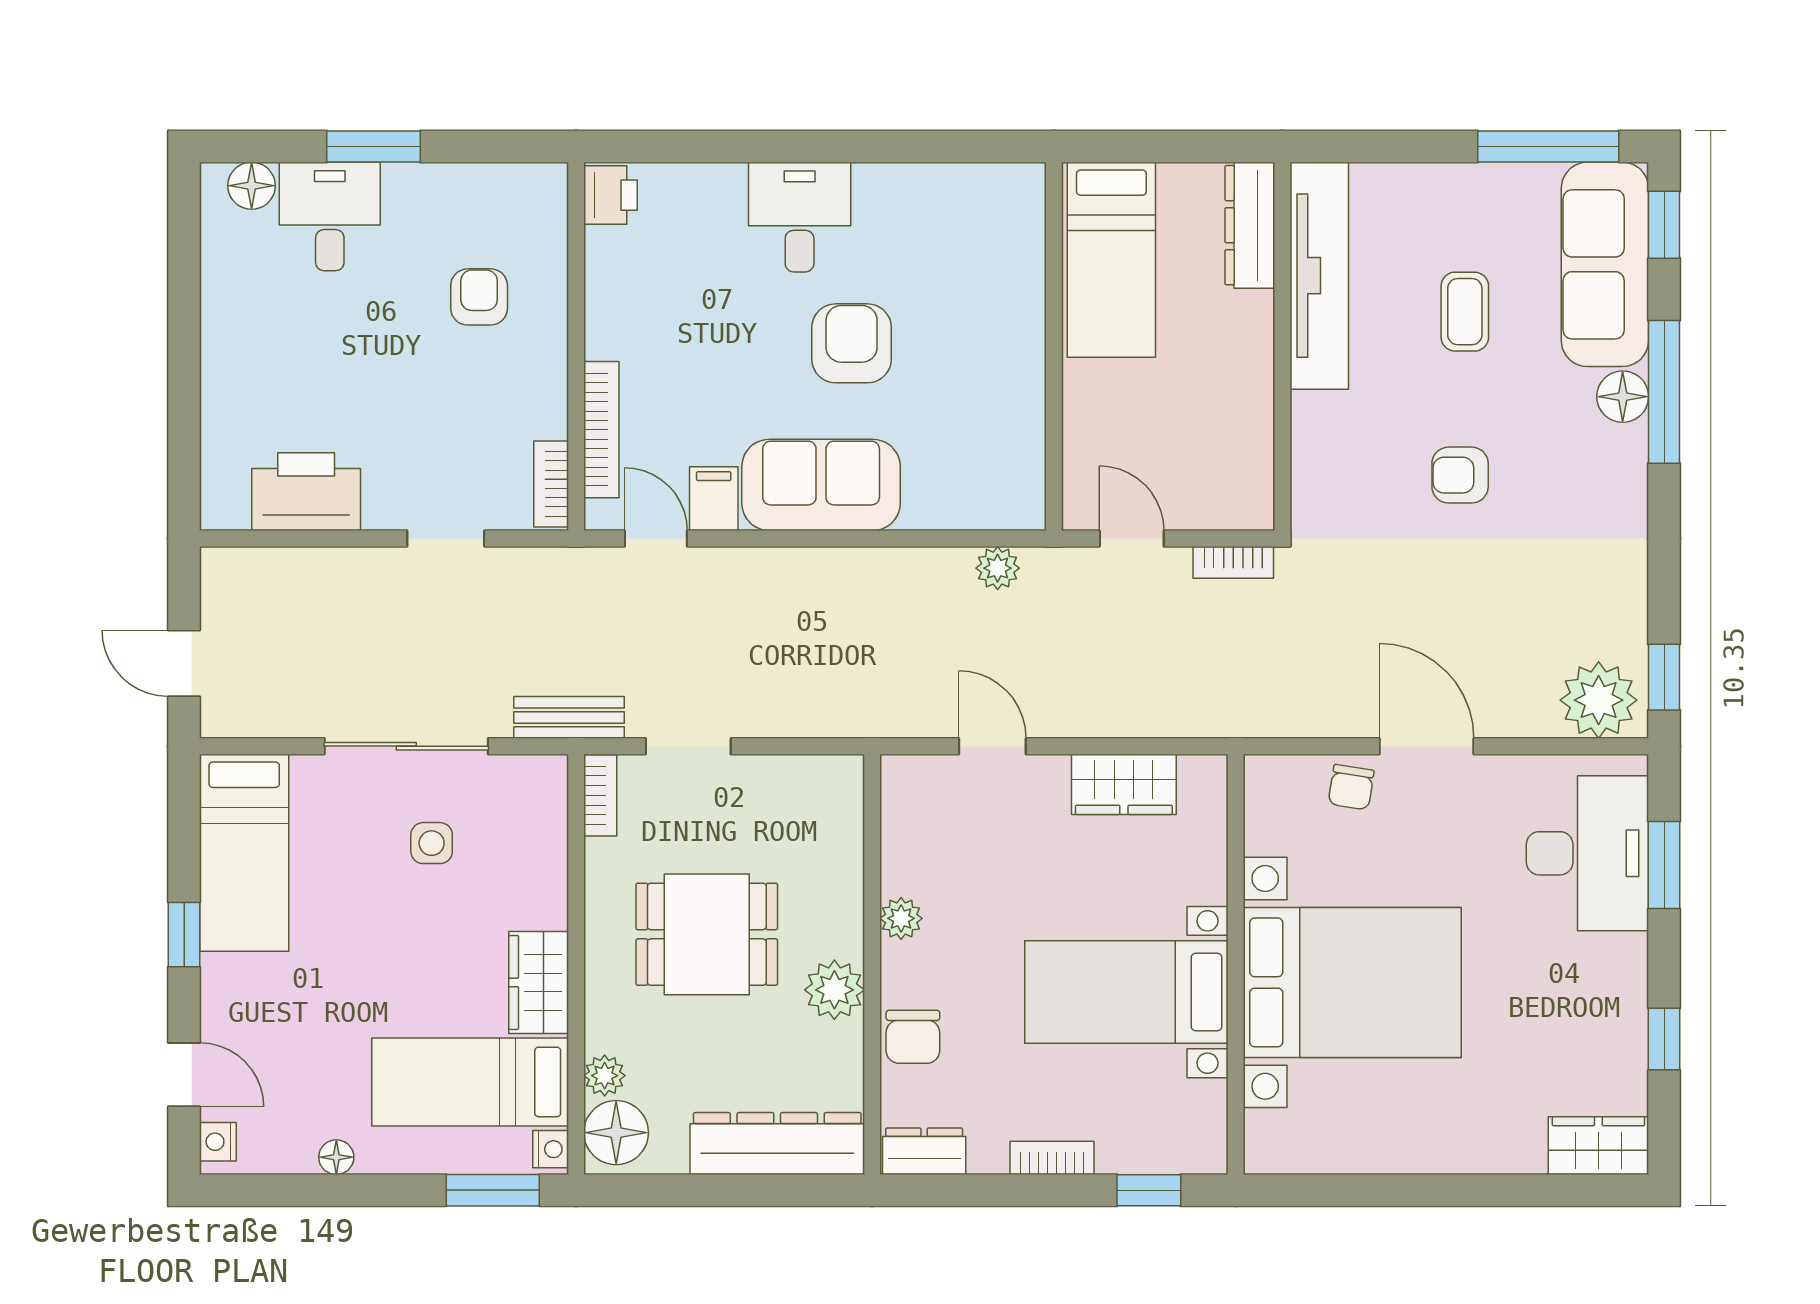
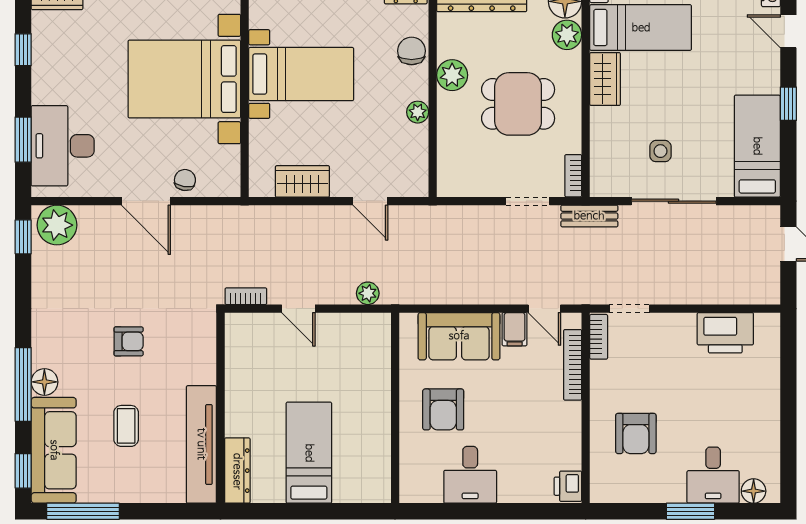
armchair: (479, 297) -> (636, 433), width x1.38, depth x1.38
wall: (1054, 346) -> (395, 408), moved
doorway: (446, 539) -> (629, 309), moved
plant: (605, 1076) -> (567, 35), width x1.38, depth x1.38

